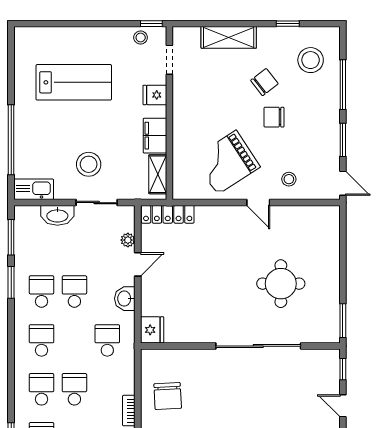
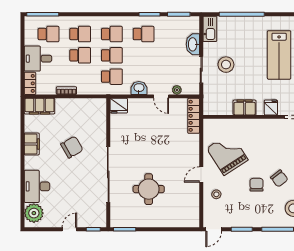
shelving: (158, 174) -> (220, 109), removed
school desk: (74, 292) -> (112, 55), moved
chair: (168, 396) -> (72, 147), moved, turned 153

